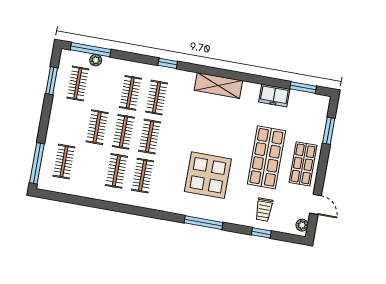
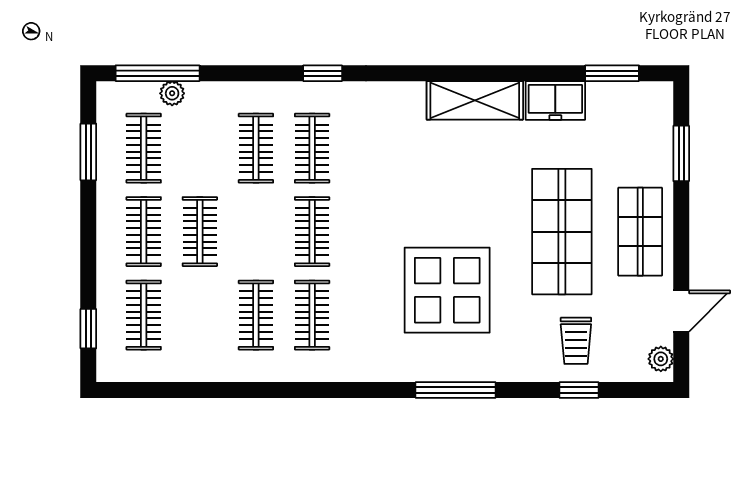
shelving: (218, 85) -> (475, 100), moved
clothes rail: (123, 132) -> (144, 232), moved
window: (37, 163) -> (88, 329), width x0.46
door: (316, 204) -> (681, 311), hinge flipped

